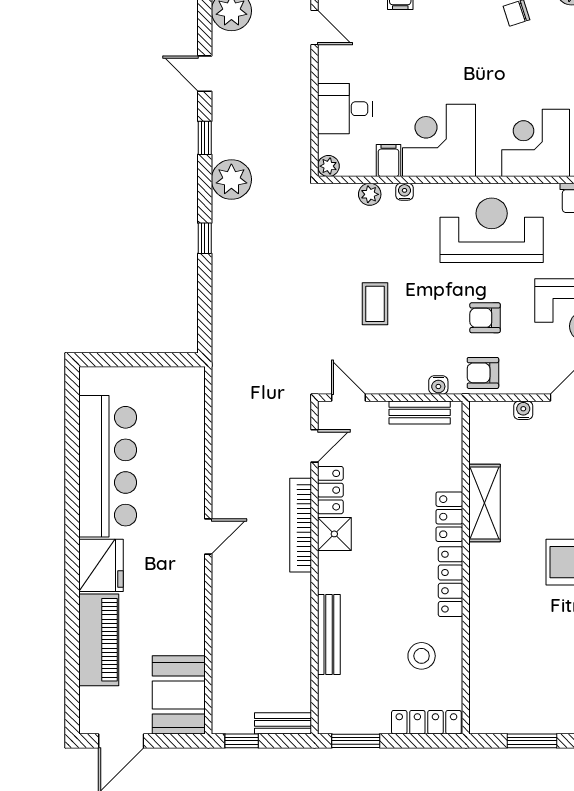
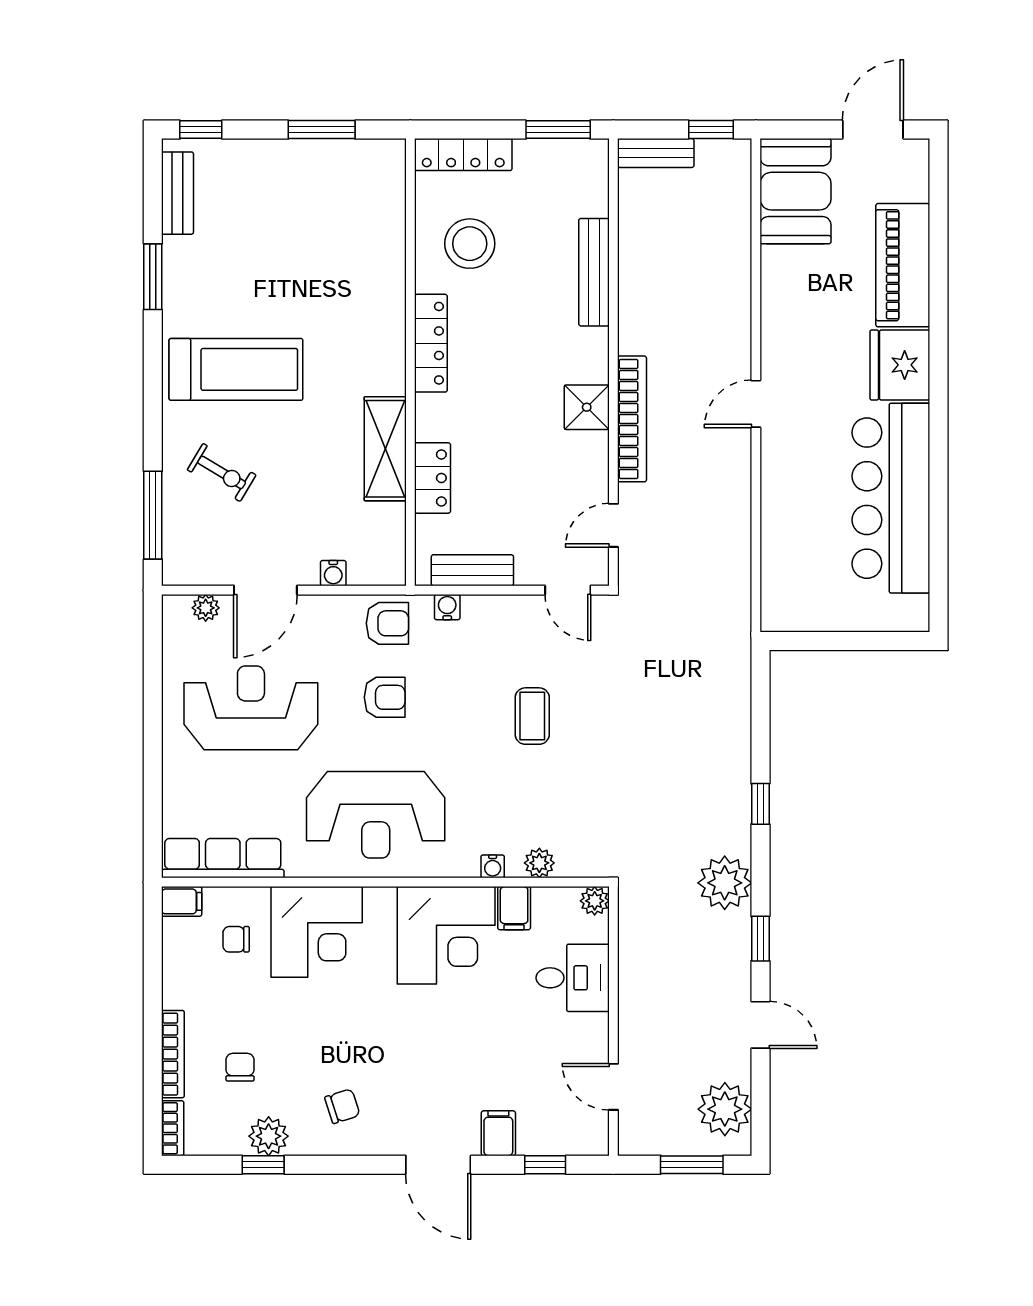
locker: (330, 490) -> (592, 466), removed
locker: (449, 517) -> (432, 478), moved
stool: (422, 656) -> (470, 244), width x1.38, depth x1.38

